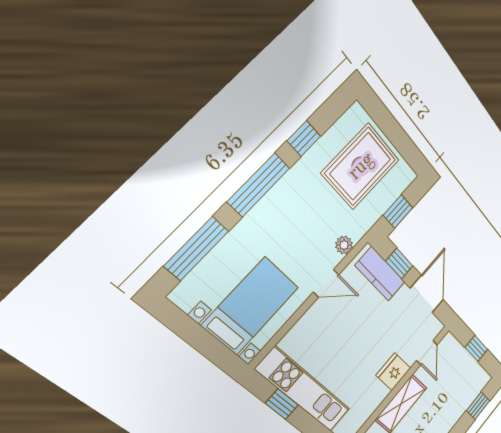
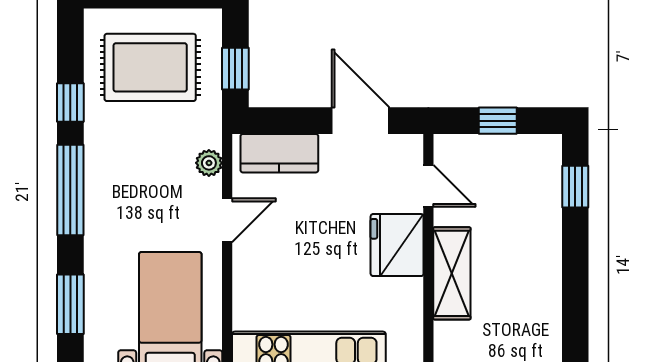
rug: (361, 166) -> (150, 67), turned 90
window: (196, 249) -> (70, 304), width x0.69
window: (399, 263) -> (292, 121), removed
fridge: (393, 372) -> (397, 245), width x1.36, depth x1.34

